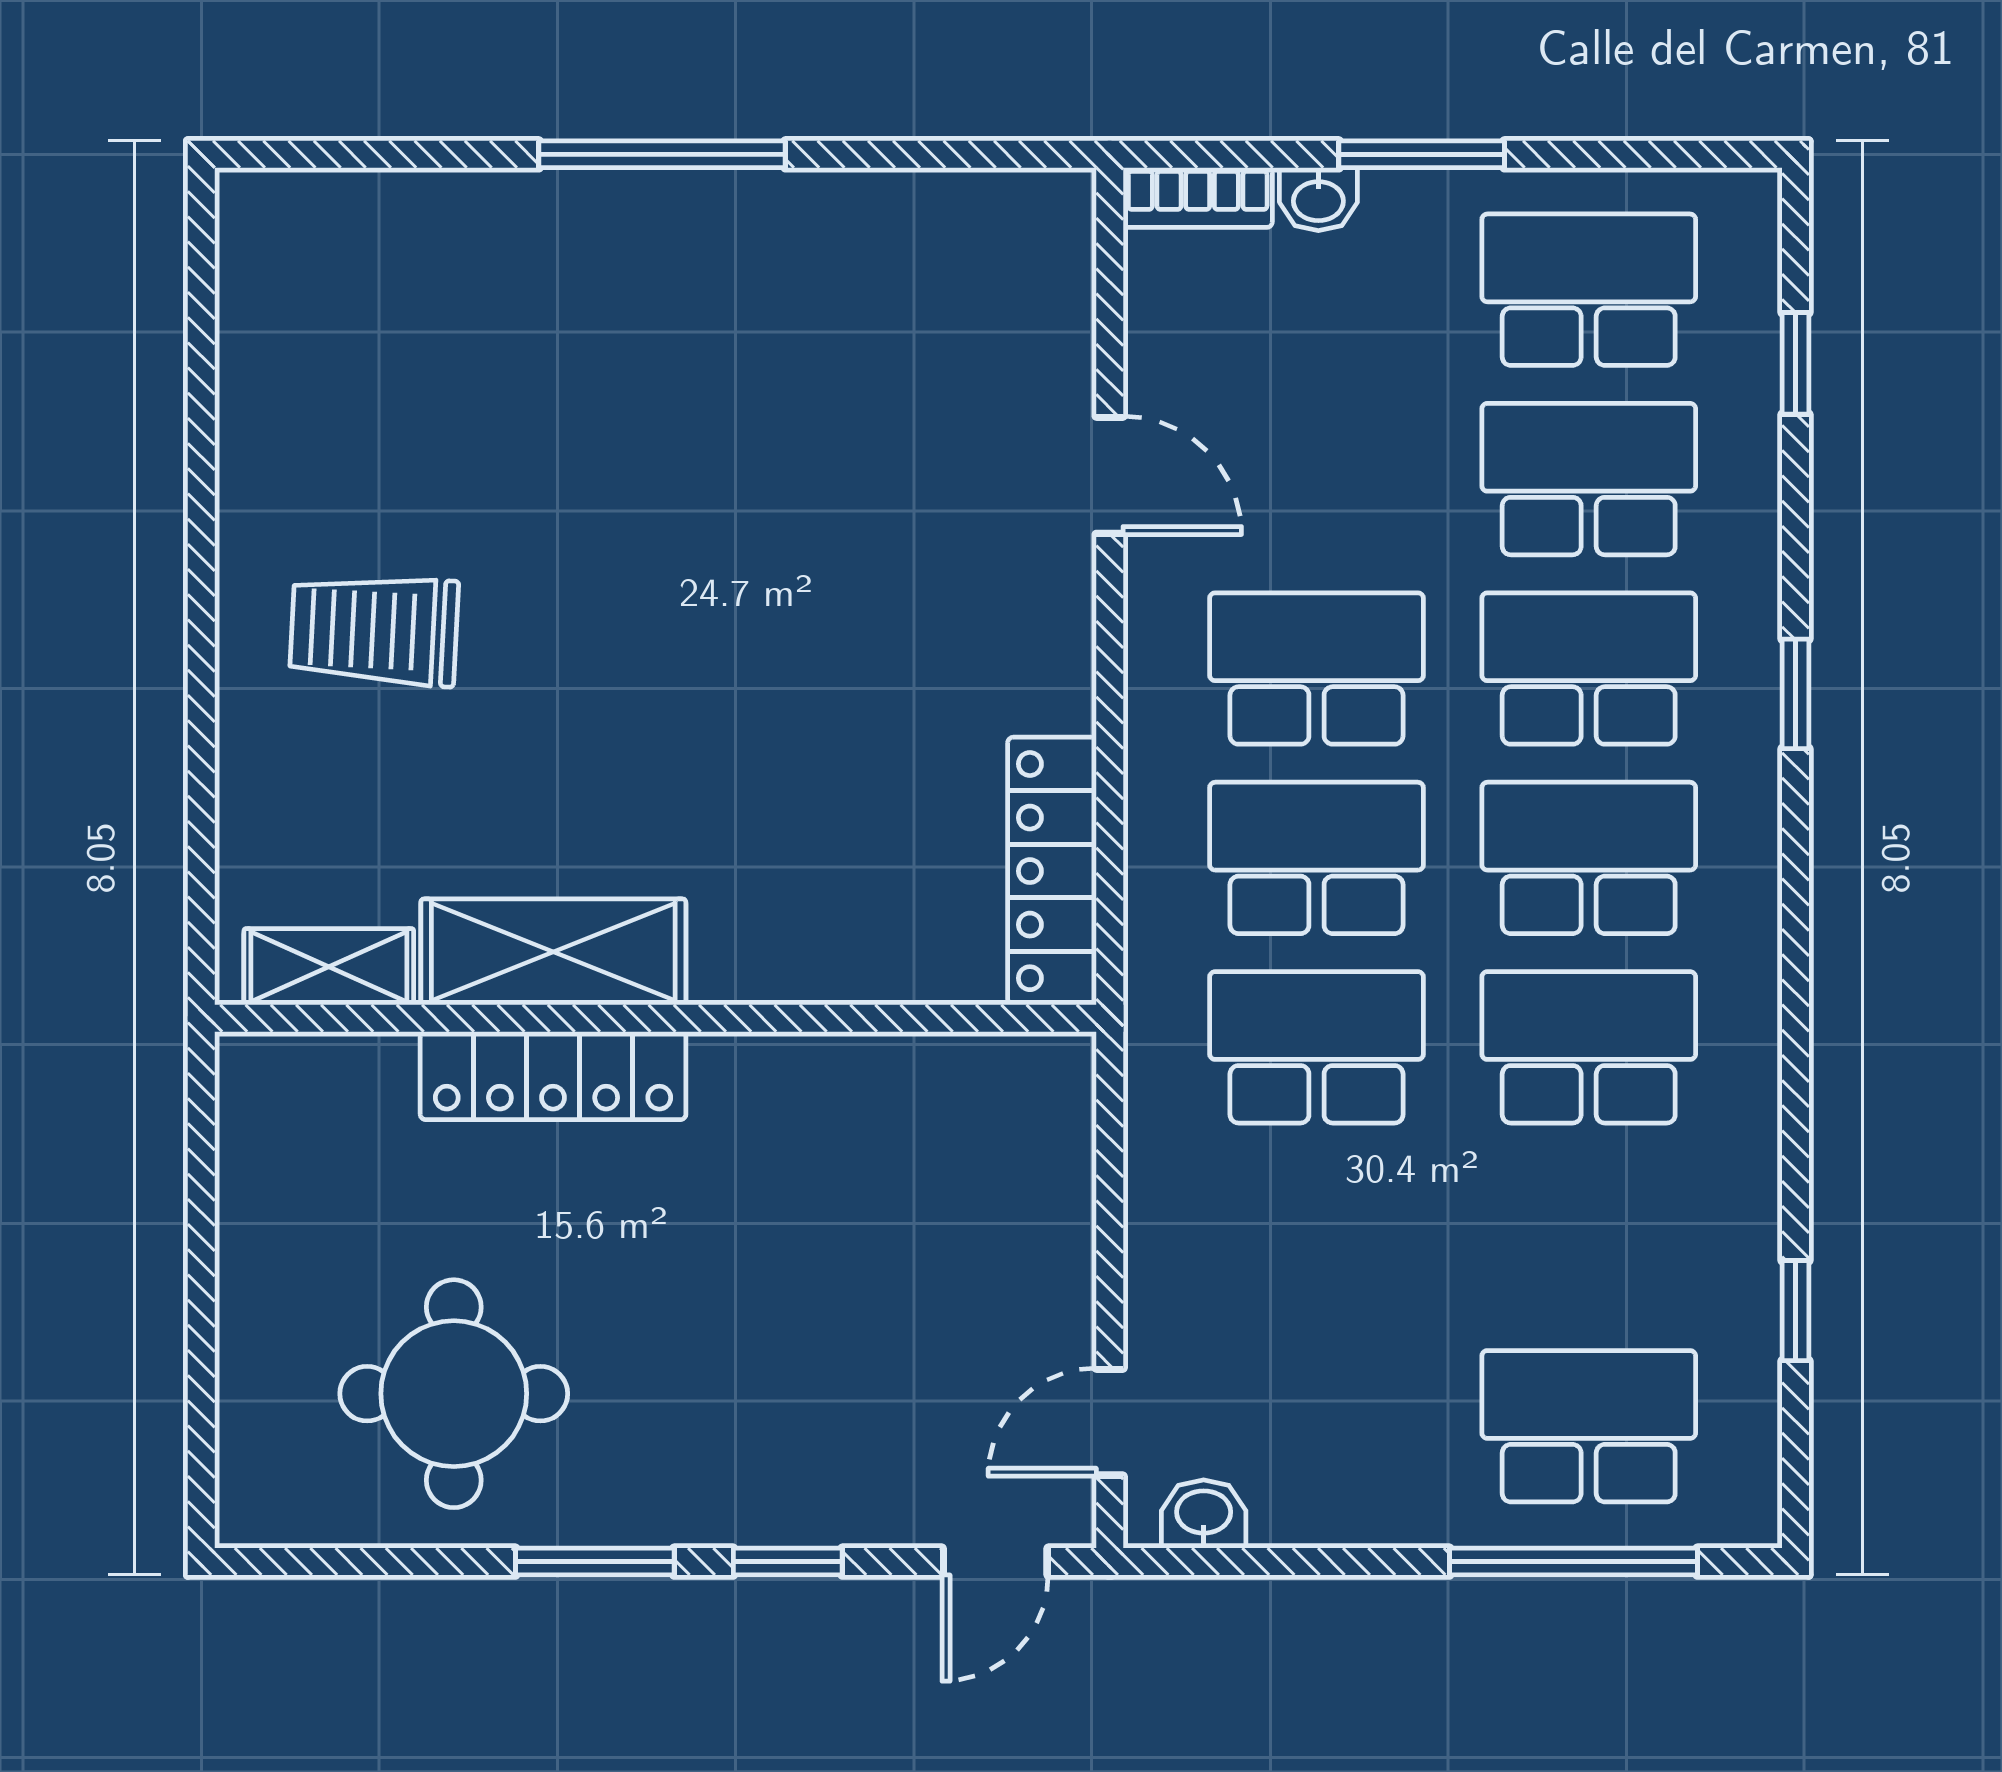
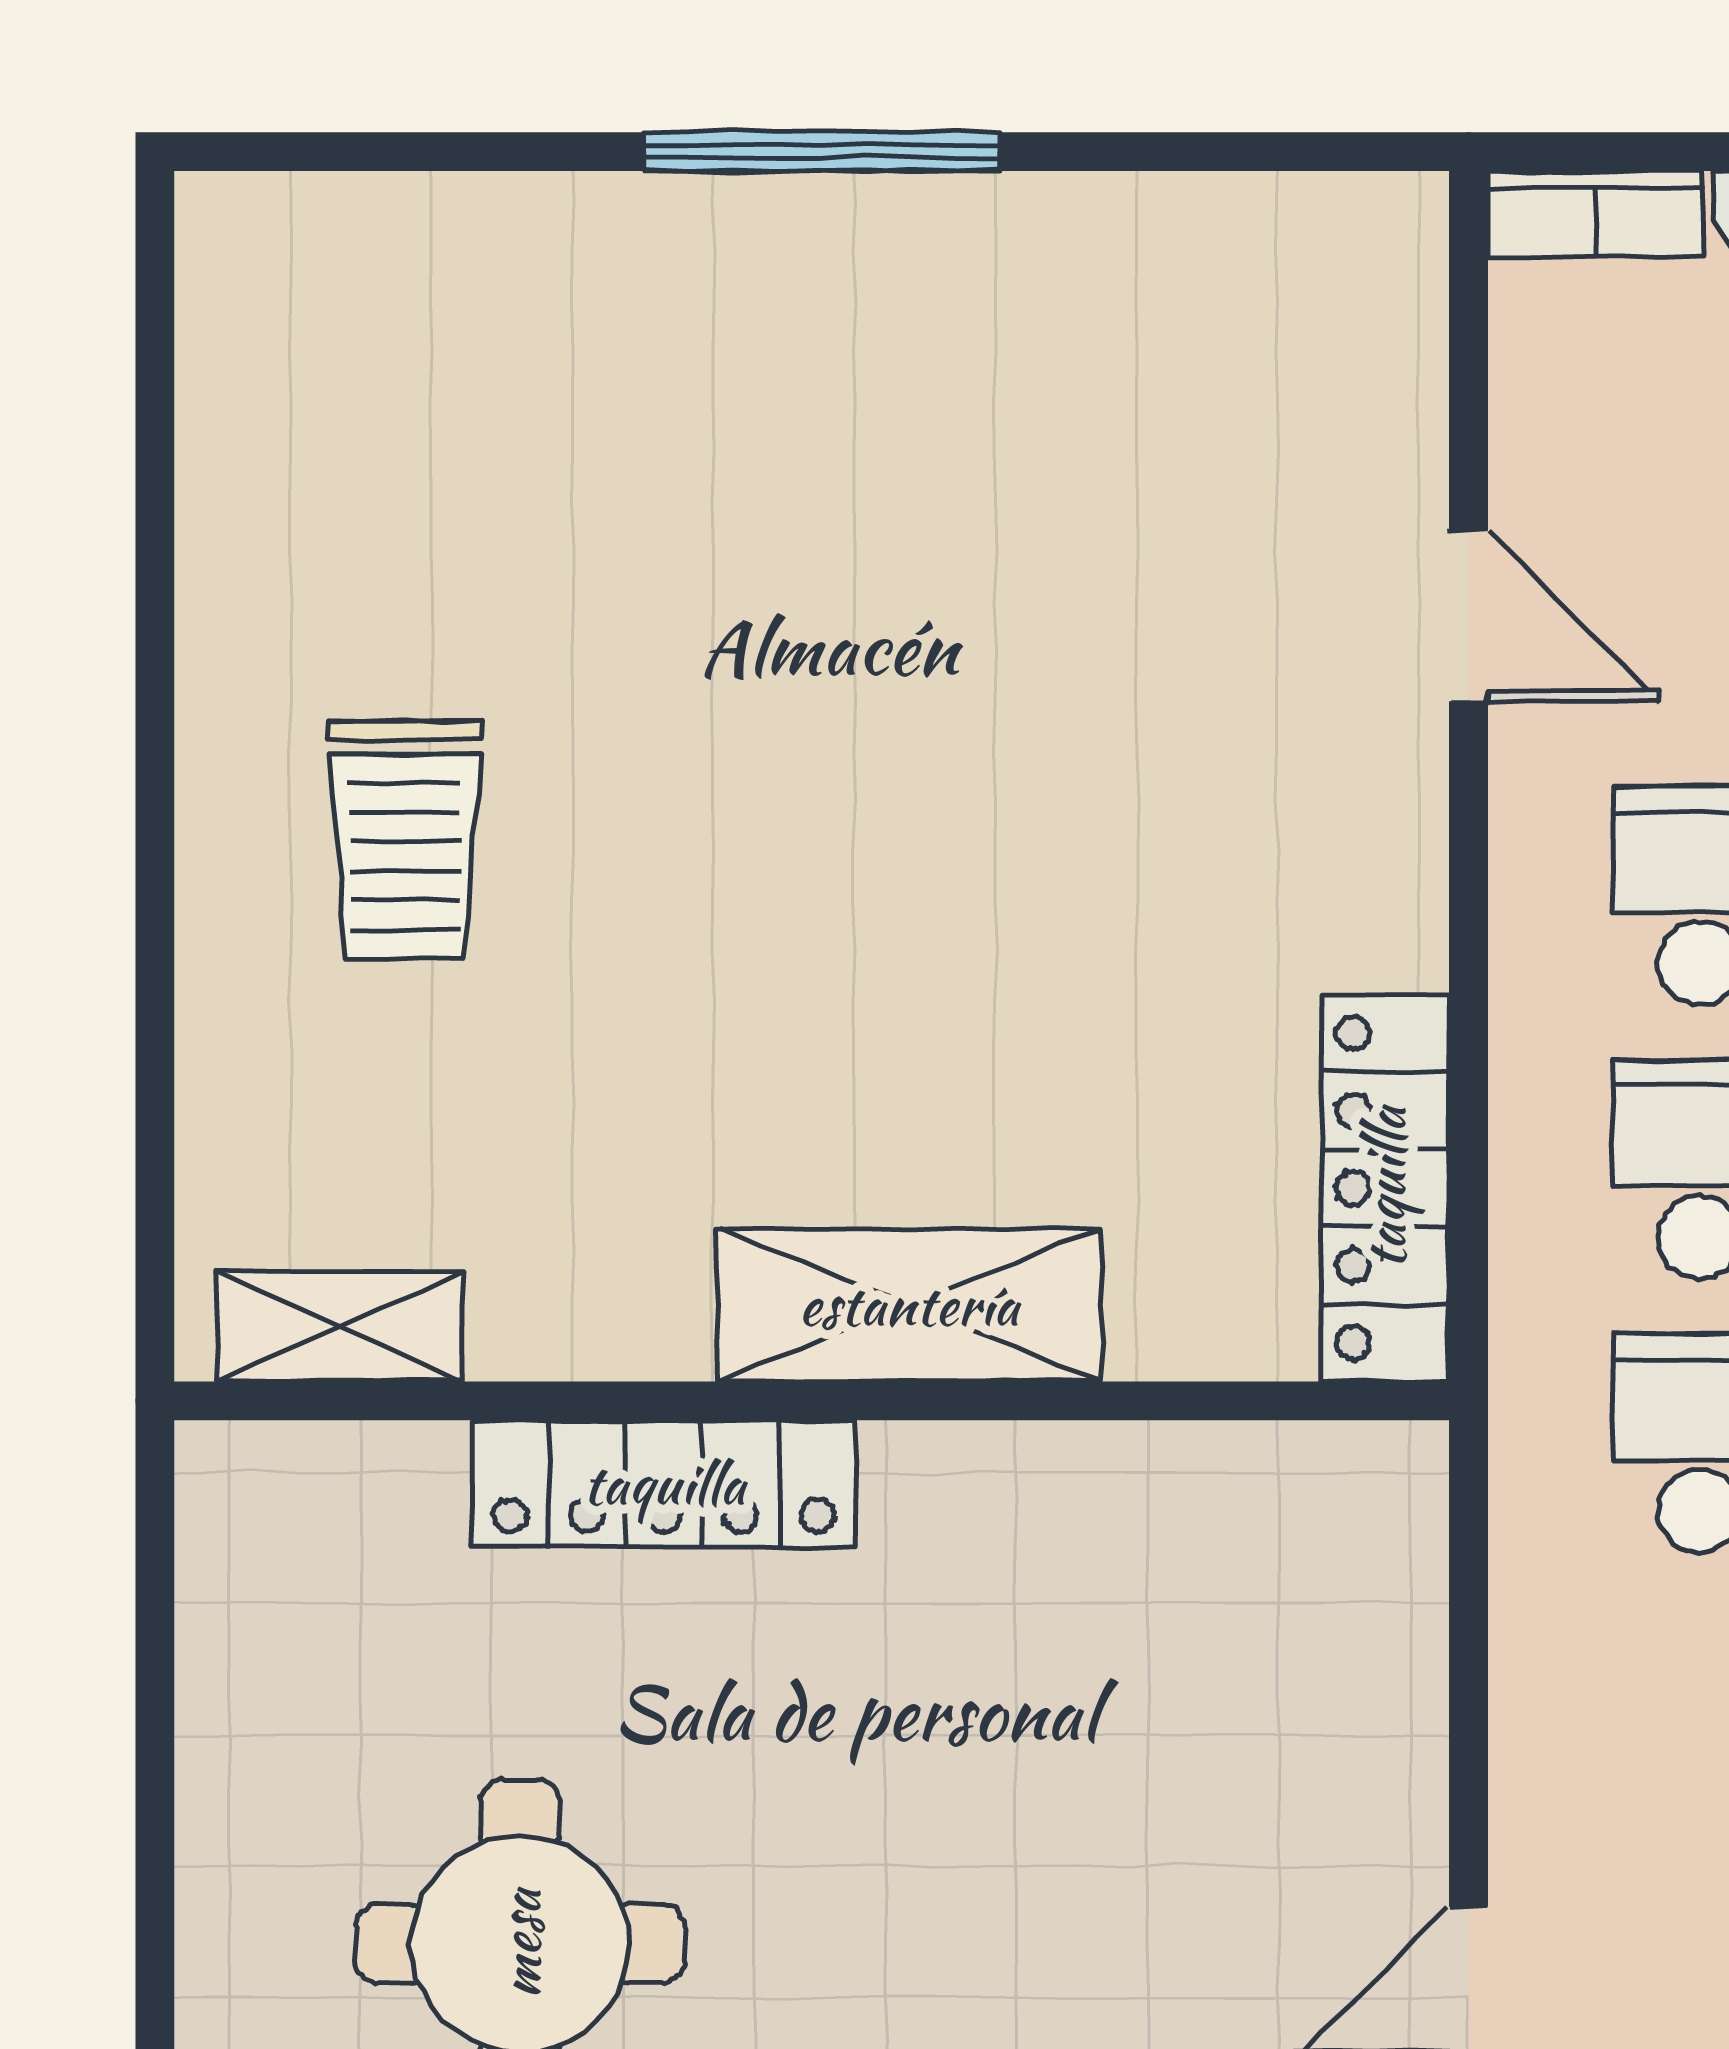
trolley: (374, 630) -> (405, 839), turned -93
shelving: (553, 952) -> (909, 1305), moved

